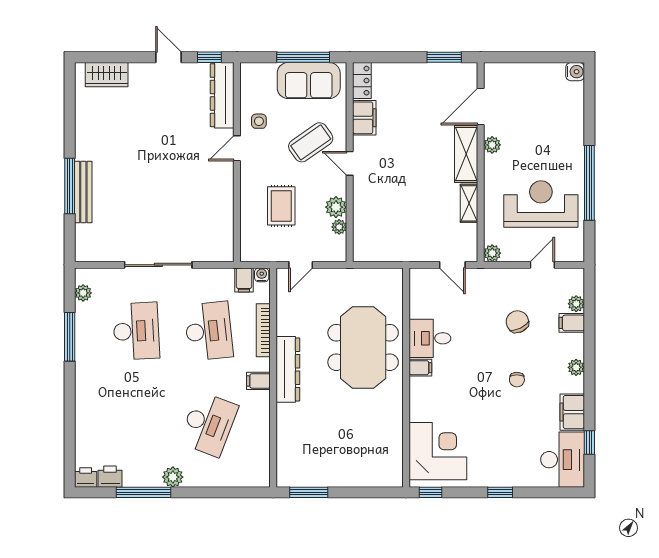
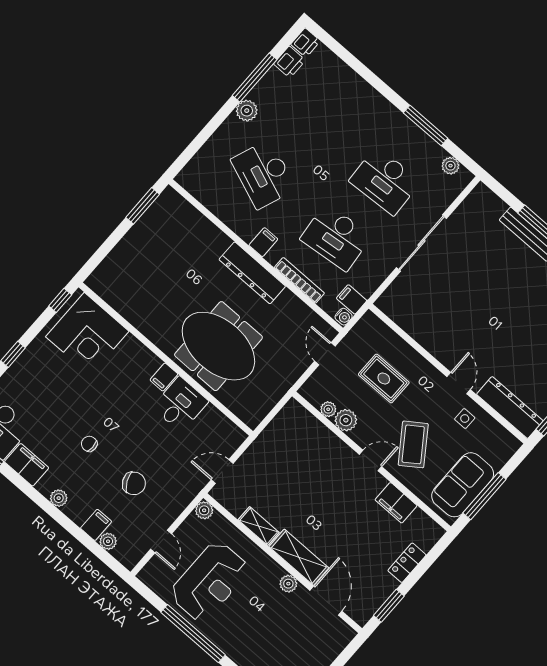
locker: (362, 81) -> (407, 563), moved, turned 90

